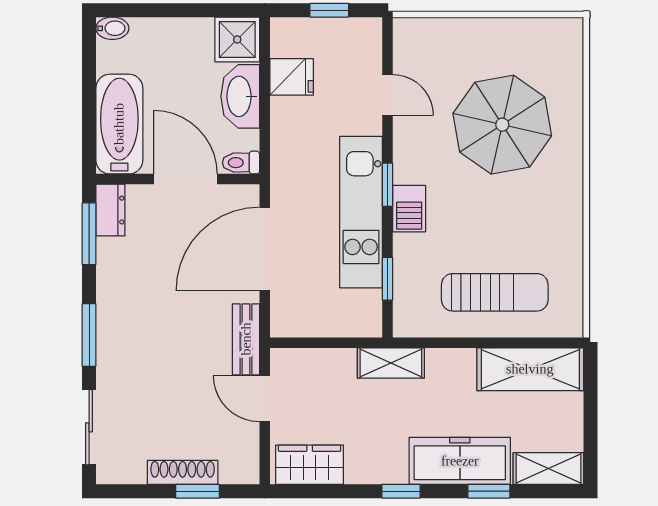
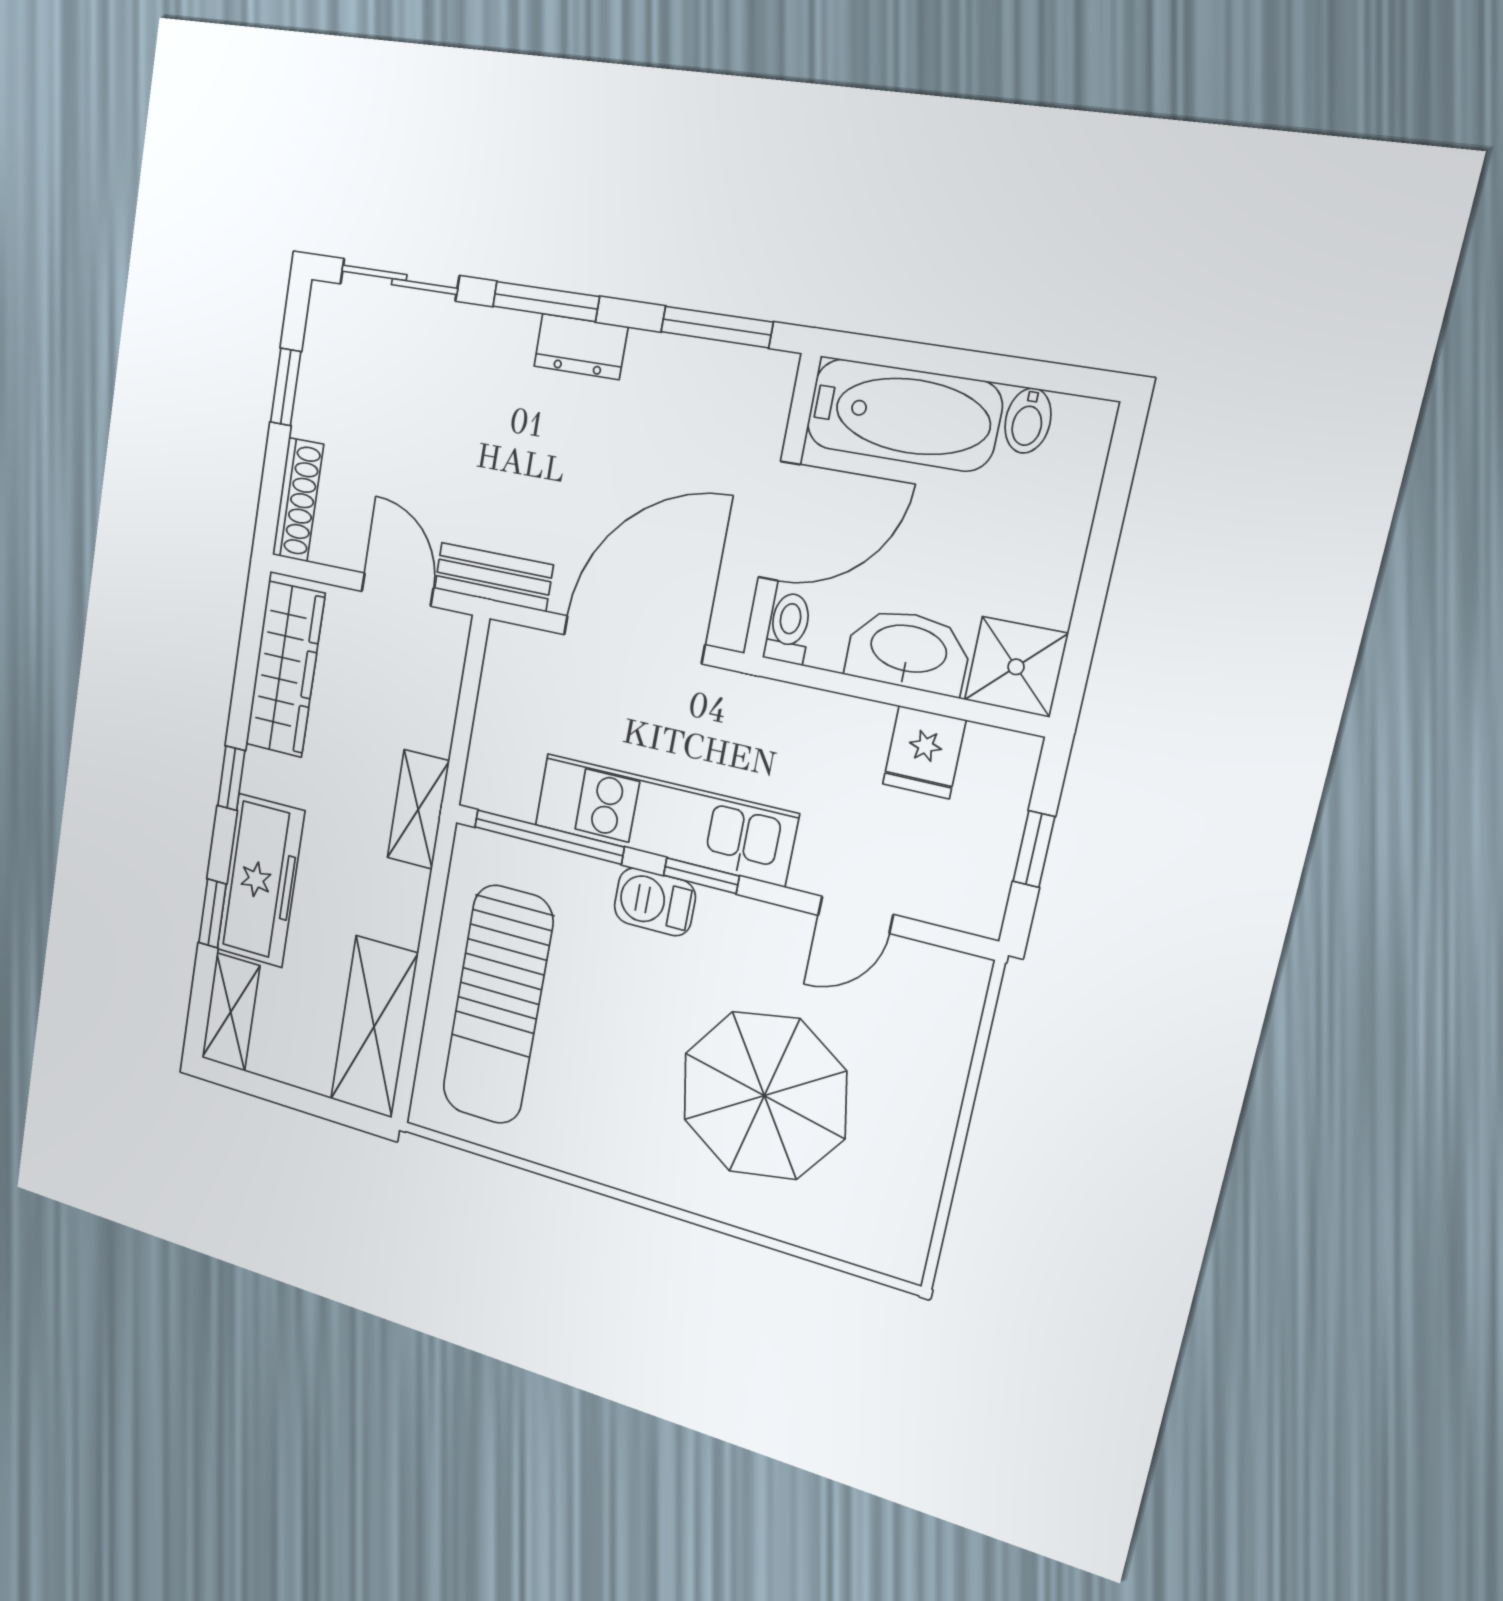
bidet: (112, 28) -> (1028, 421), moved
dresser: (110, 210) -> (581, 347), moved
door: (265, 249) -> (634, 640), hinge flipped
window: (388, 279) -> (549, 837), width x2.17
sun lounger: (495, 292) -> (497, 1005), width x1.36, depth x1.34
door: (265, 399) -> (397, 590), hinge flipped
wardrobe: (310, 465) -> (285, 669), width x1.50
shoe rack: (183, 472) -> (298, 500), moved
window: (197, 491) -> (286, 387), moved

